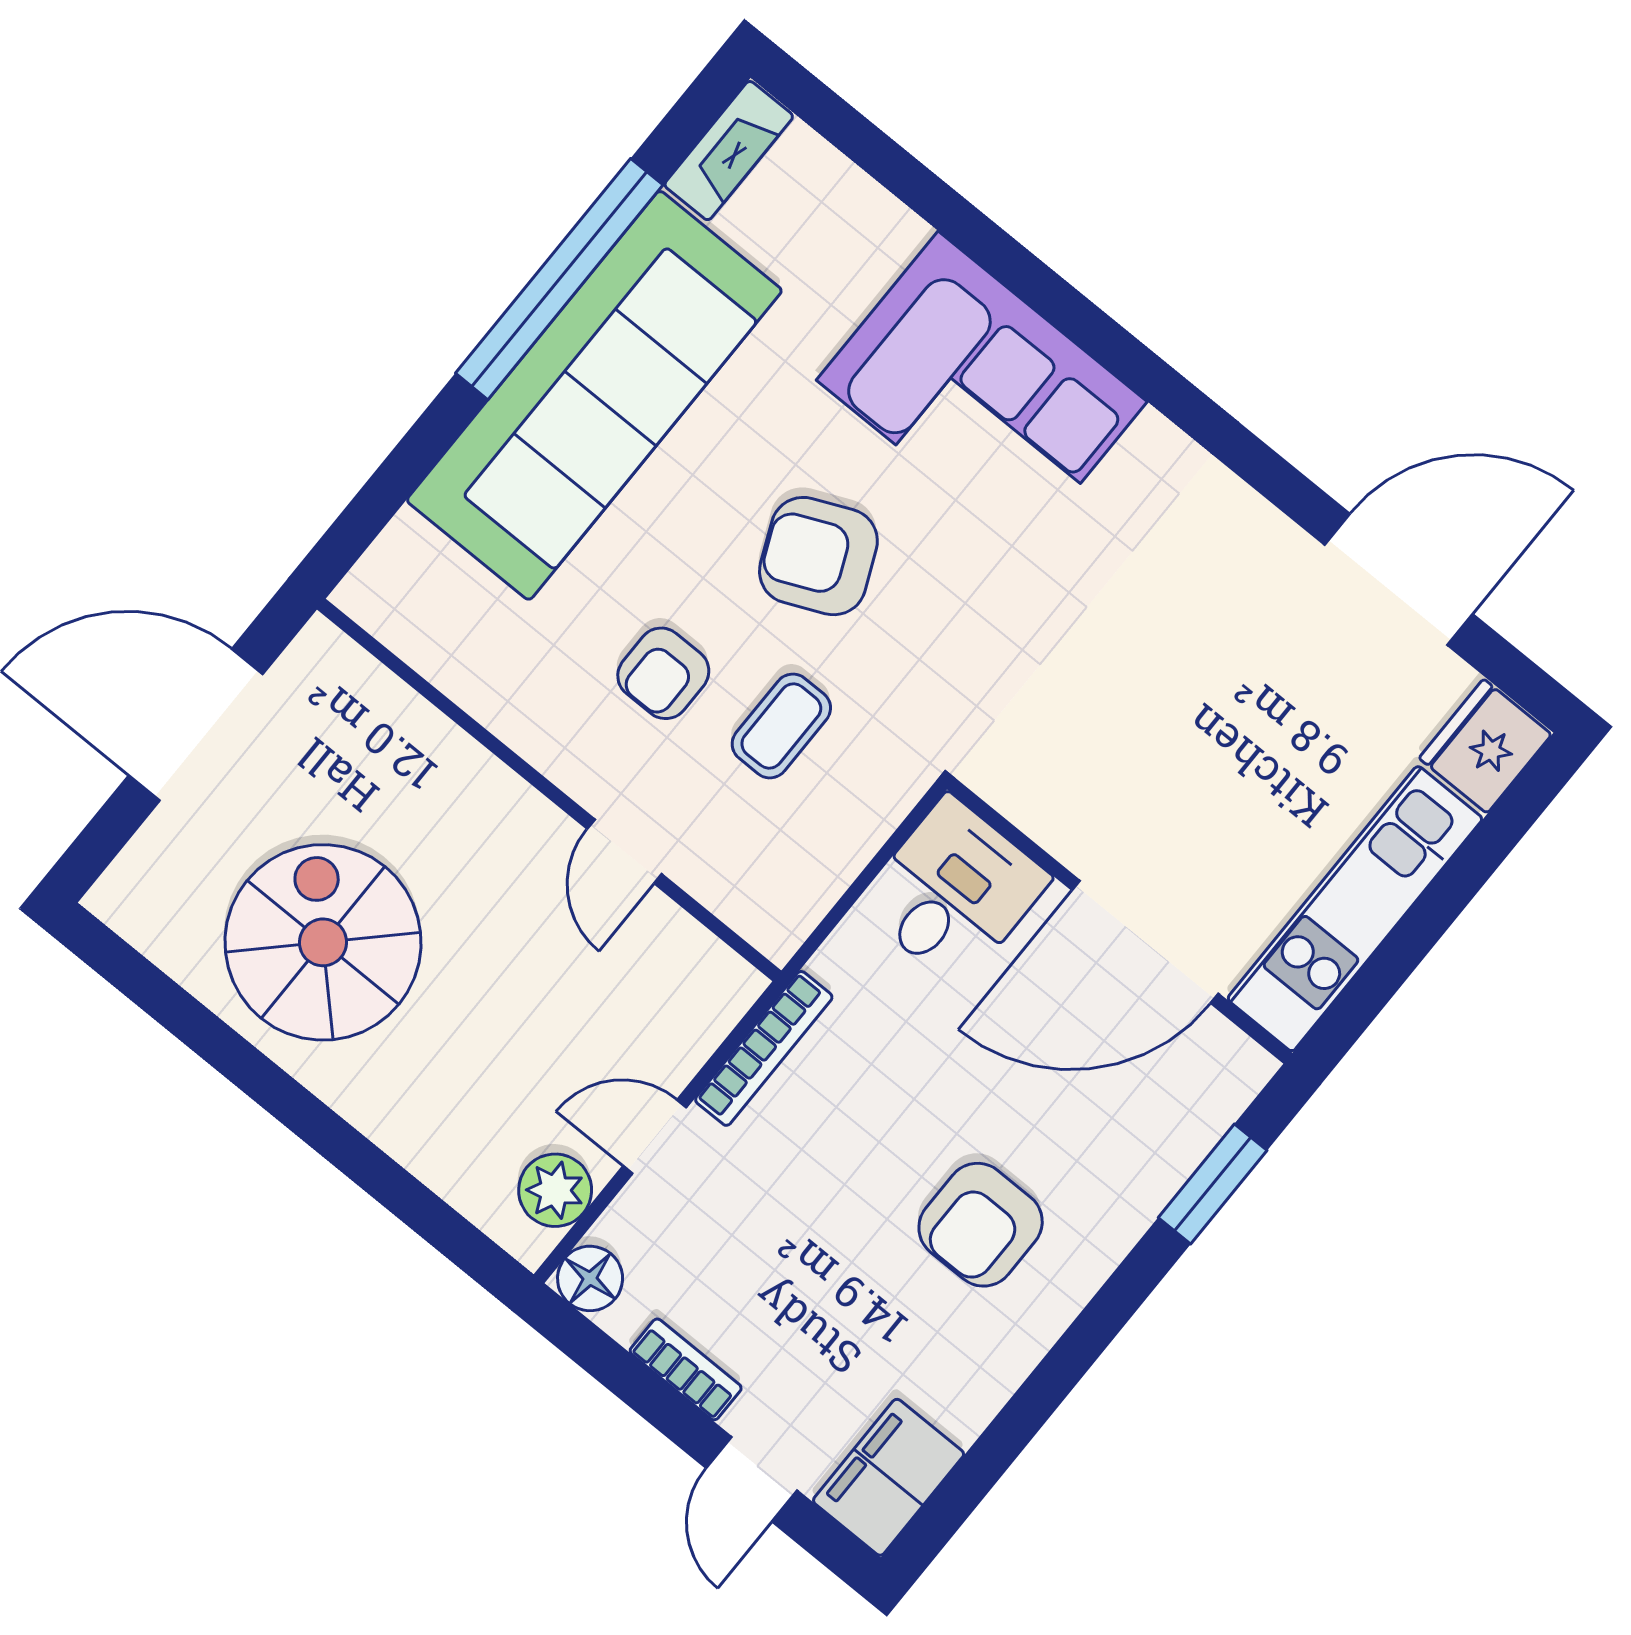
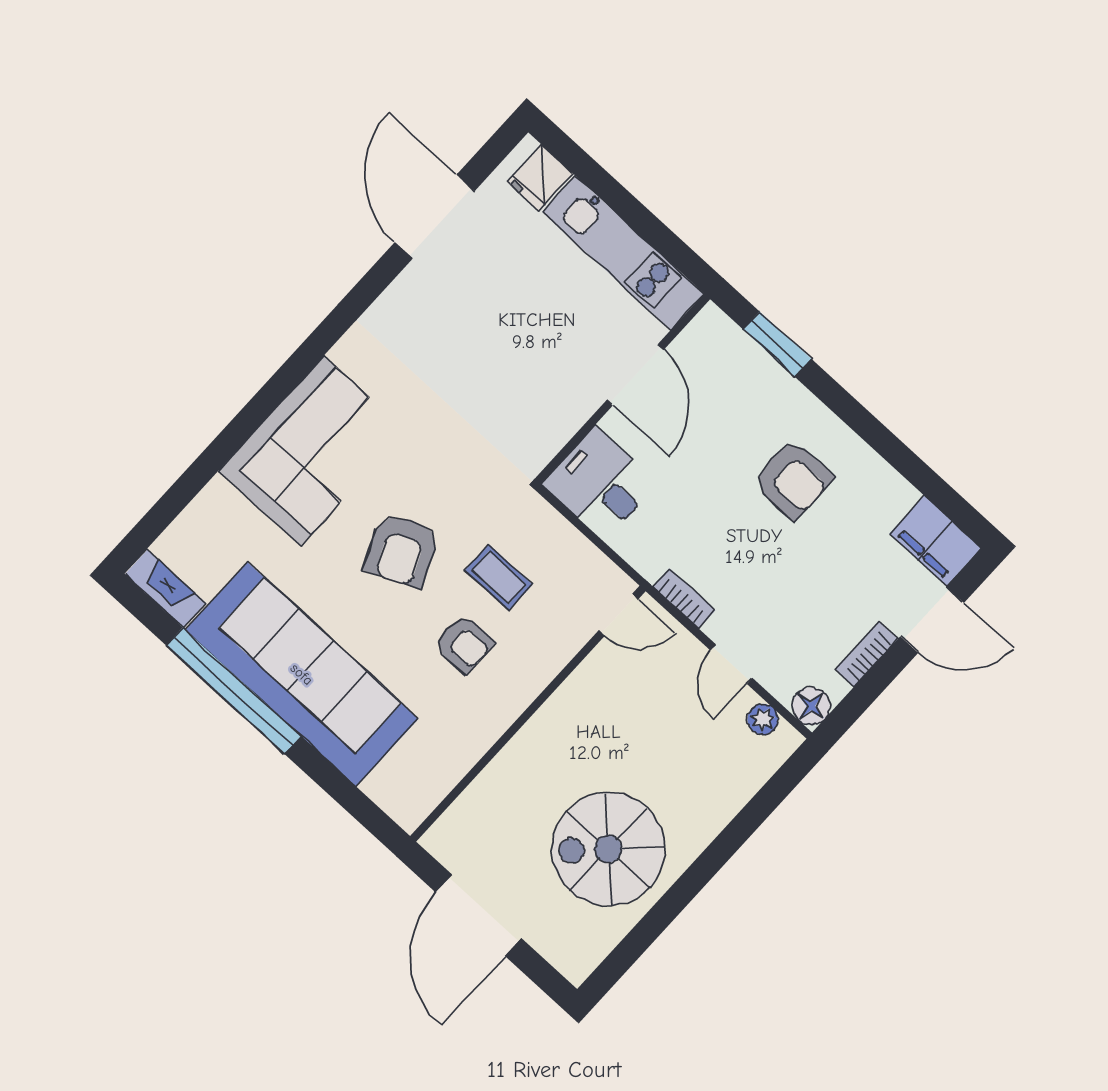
fridge: (1485, 746) -> (540, 178), width x0.72
door: (624, 851) -> (618, 615), moved
door: (1145, 942) -> (635, 375), width x0.73
bookcase: (764, 1048) -> (684, 598), width x0.64
plant: (555, 1190) -> (763, 719), width x0.73, depth x0.73
door: (752, 1479) -> (932, 620), width x1.38

